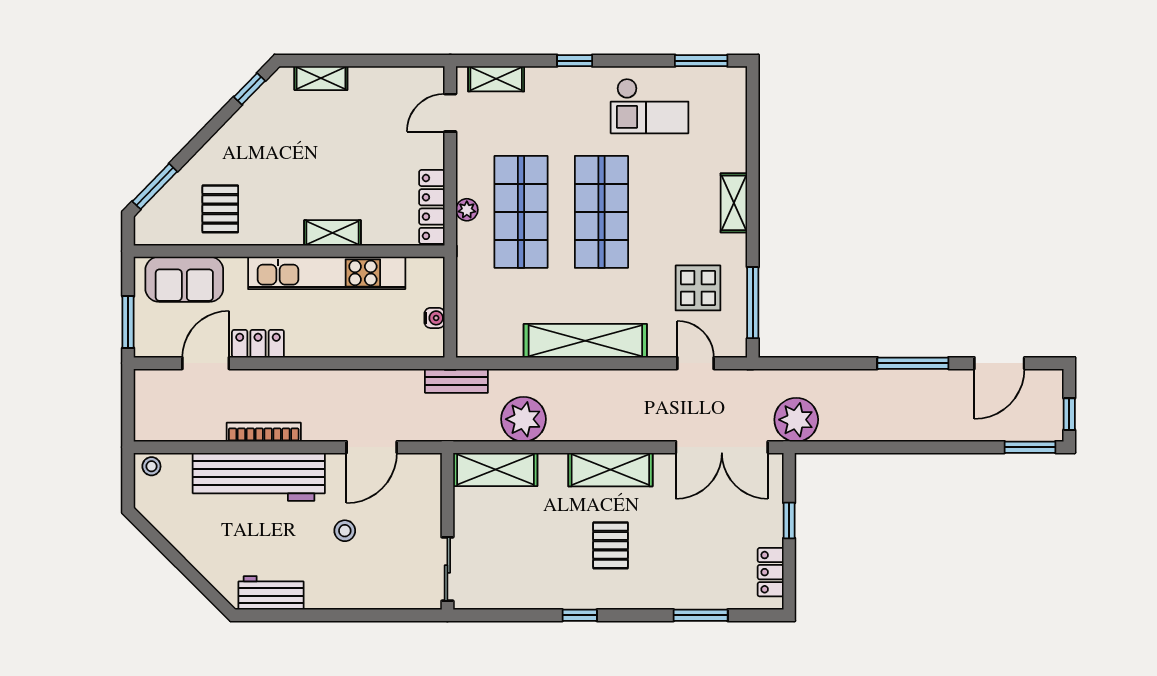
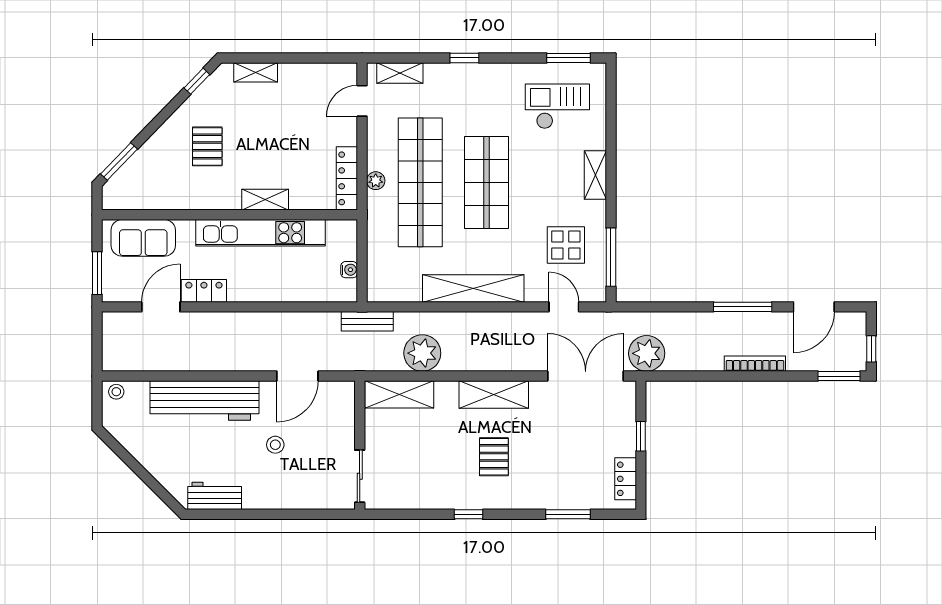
checkout: (650, 106) -> (557, 106), moved, turned 180
pallet: (220, 209) -> (207, 146), moved
shop shelf: (521, 212) -> (420, 182), width x1.40
bookcase: (264, 432) -> (755, 364), moved
double door: (722, 447) -> (586, 376), swing flipped

